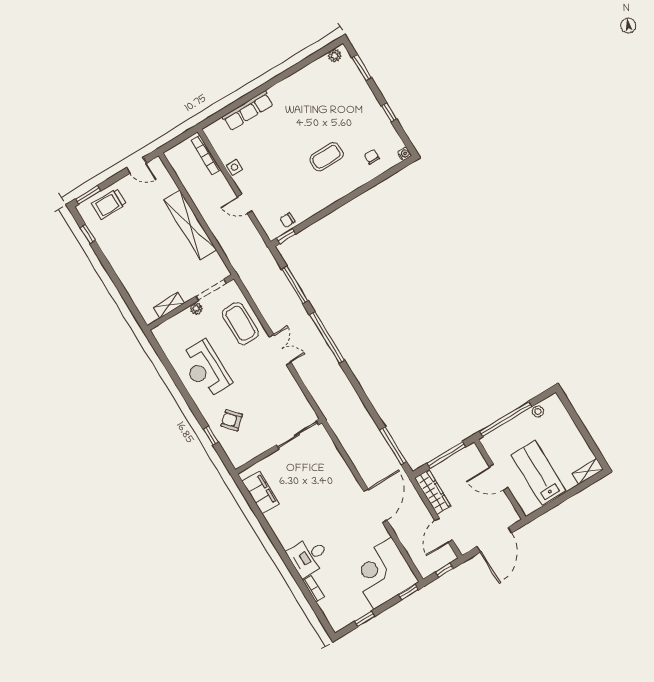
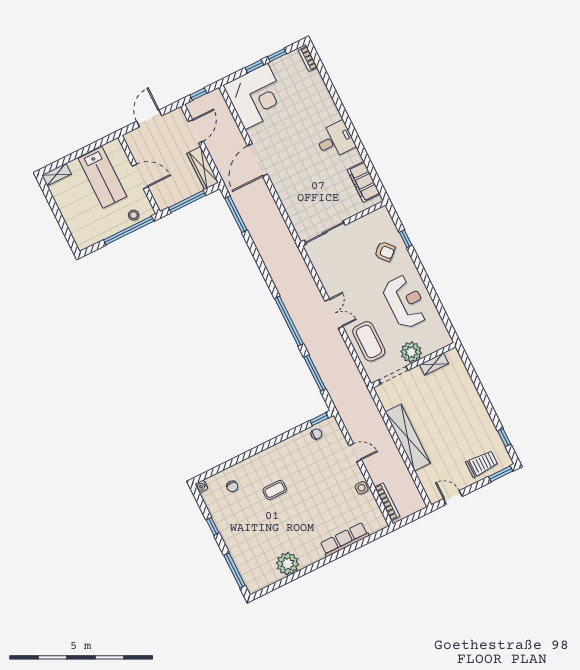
plant: (335, 56) -> (288, 564), moved, width x1.88, depth x1.88
window: (362, 68) -> (235, 570), width x1.44
coffee table: (326, 157) -> (275, 490), width x0.73, depth x0.77
plant: (196, 309) -> (411, 352), width x1.87, depth x1.87
double door: (280, 350) -> (334, 314), swing flipped
stool: (538, 412) -> (134, 215), moved
door: (494, 540) -> (149, 119), width x0.73
desk: (309, 556) -> (335, 140), moved
bookcase: (314, 589) -> (308, 59), moved
window: (408, 592) -> (254, 66), moved

